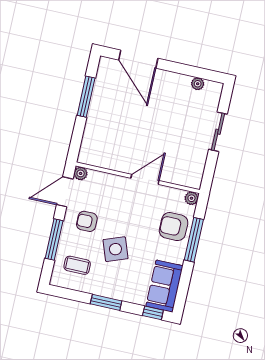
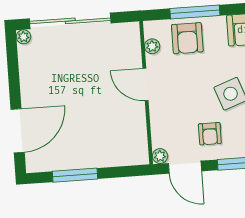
plant: (198, 84) -> (23, 37), moved
sliding door: (218, 132) -> (70, 21), width x1.86
plant: (191, 198) -> (152, 46), moved

